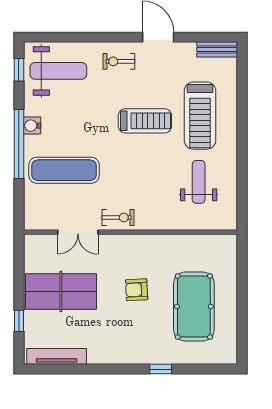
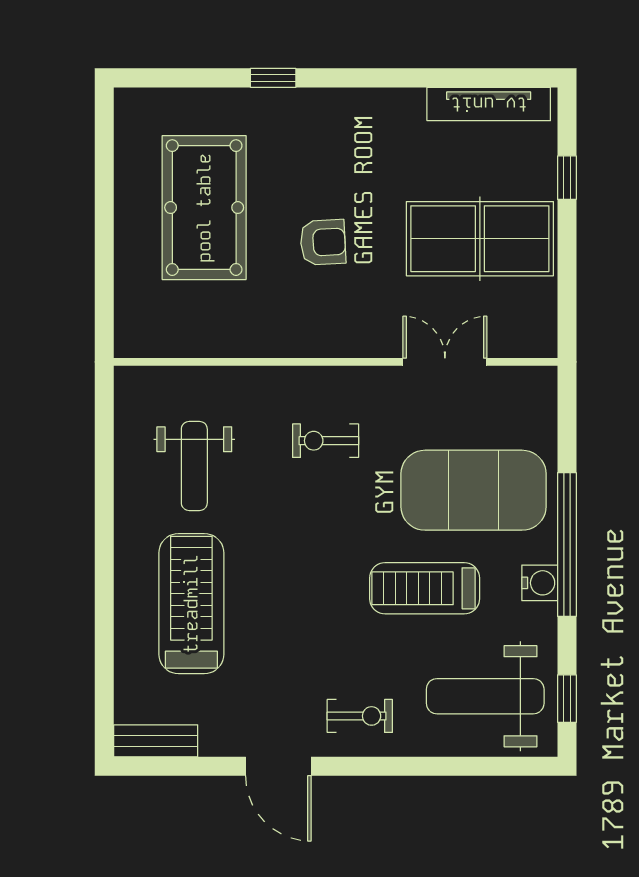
treadmill: (145, 121) -> (425, 588), moved
exercise mat: (64, 170) -> (474, 490), width x1.47
exercise bike: (118, 217) -> (326, 441), moved

